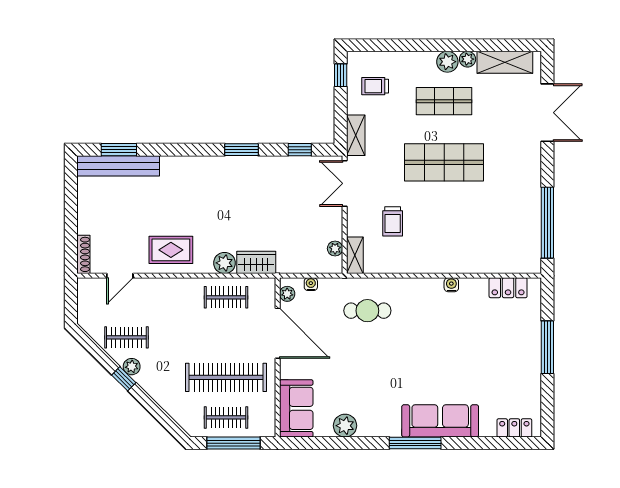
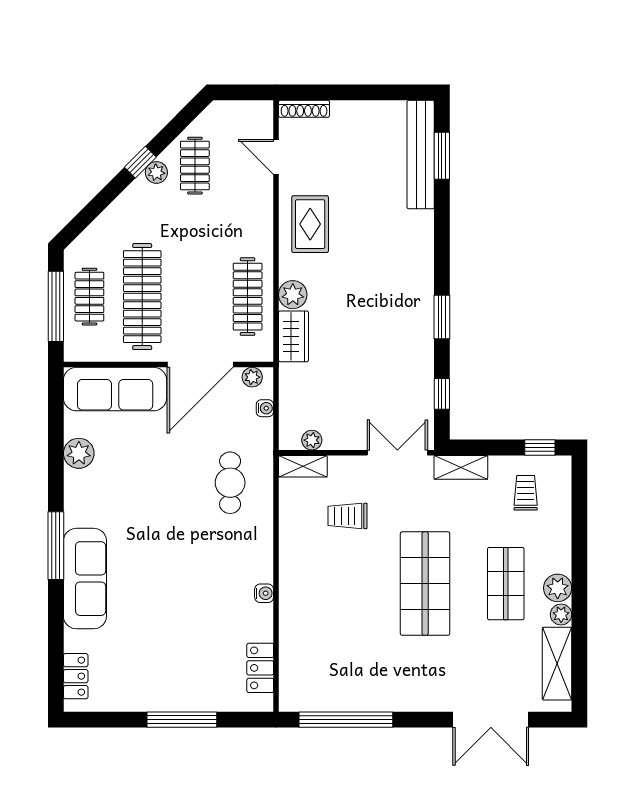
clothes rail: (226, 297) -> (248, 297), width x1.36
sofa: (296, 408) -> (115, 389), width x1.36

